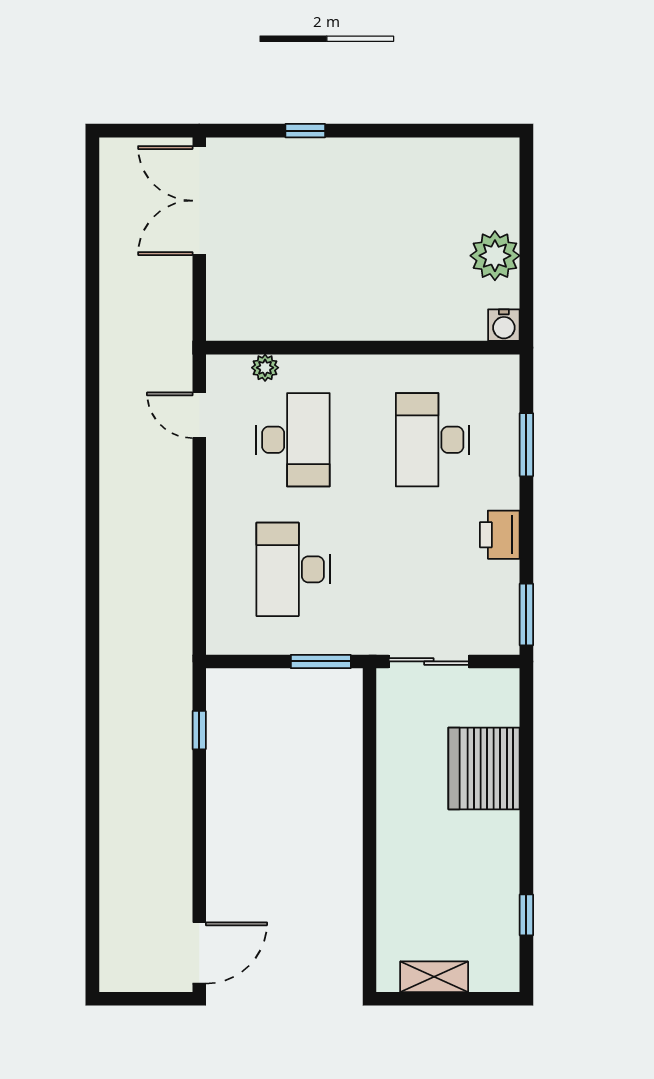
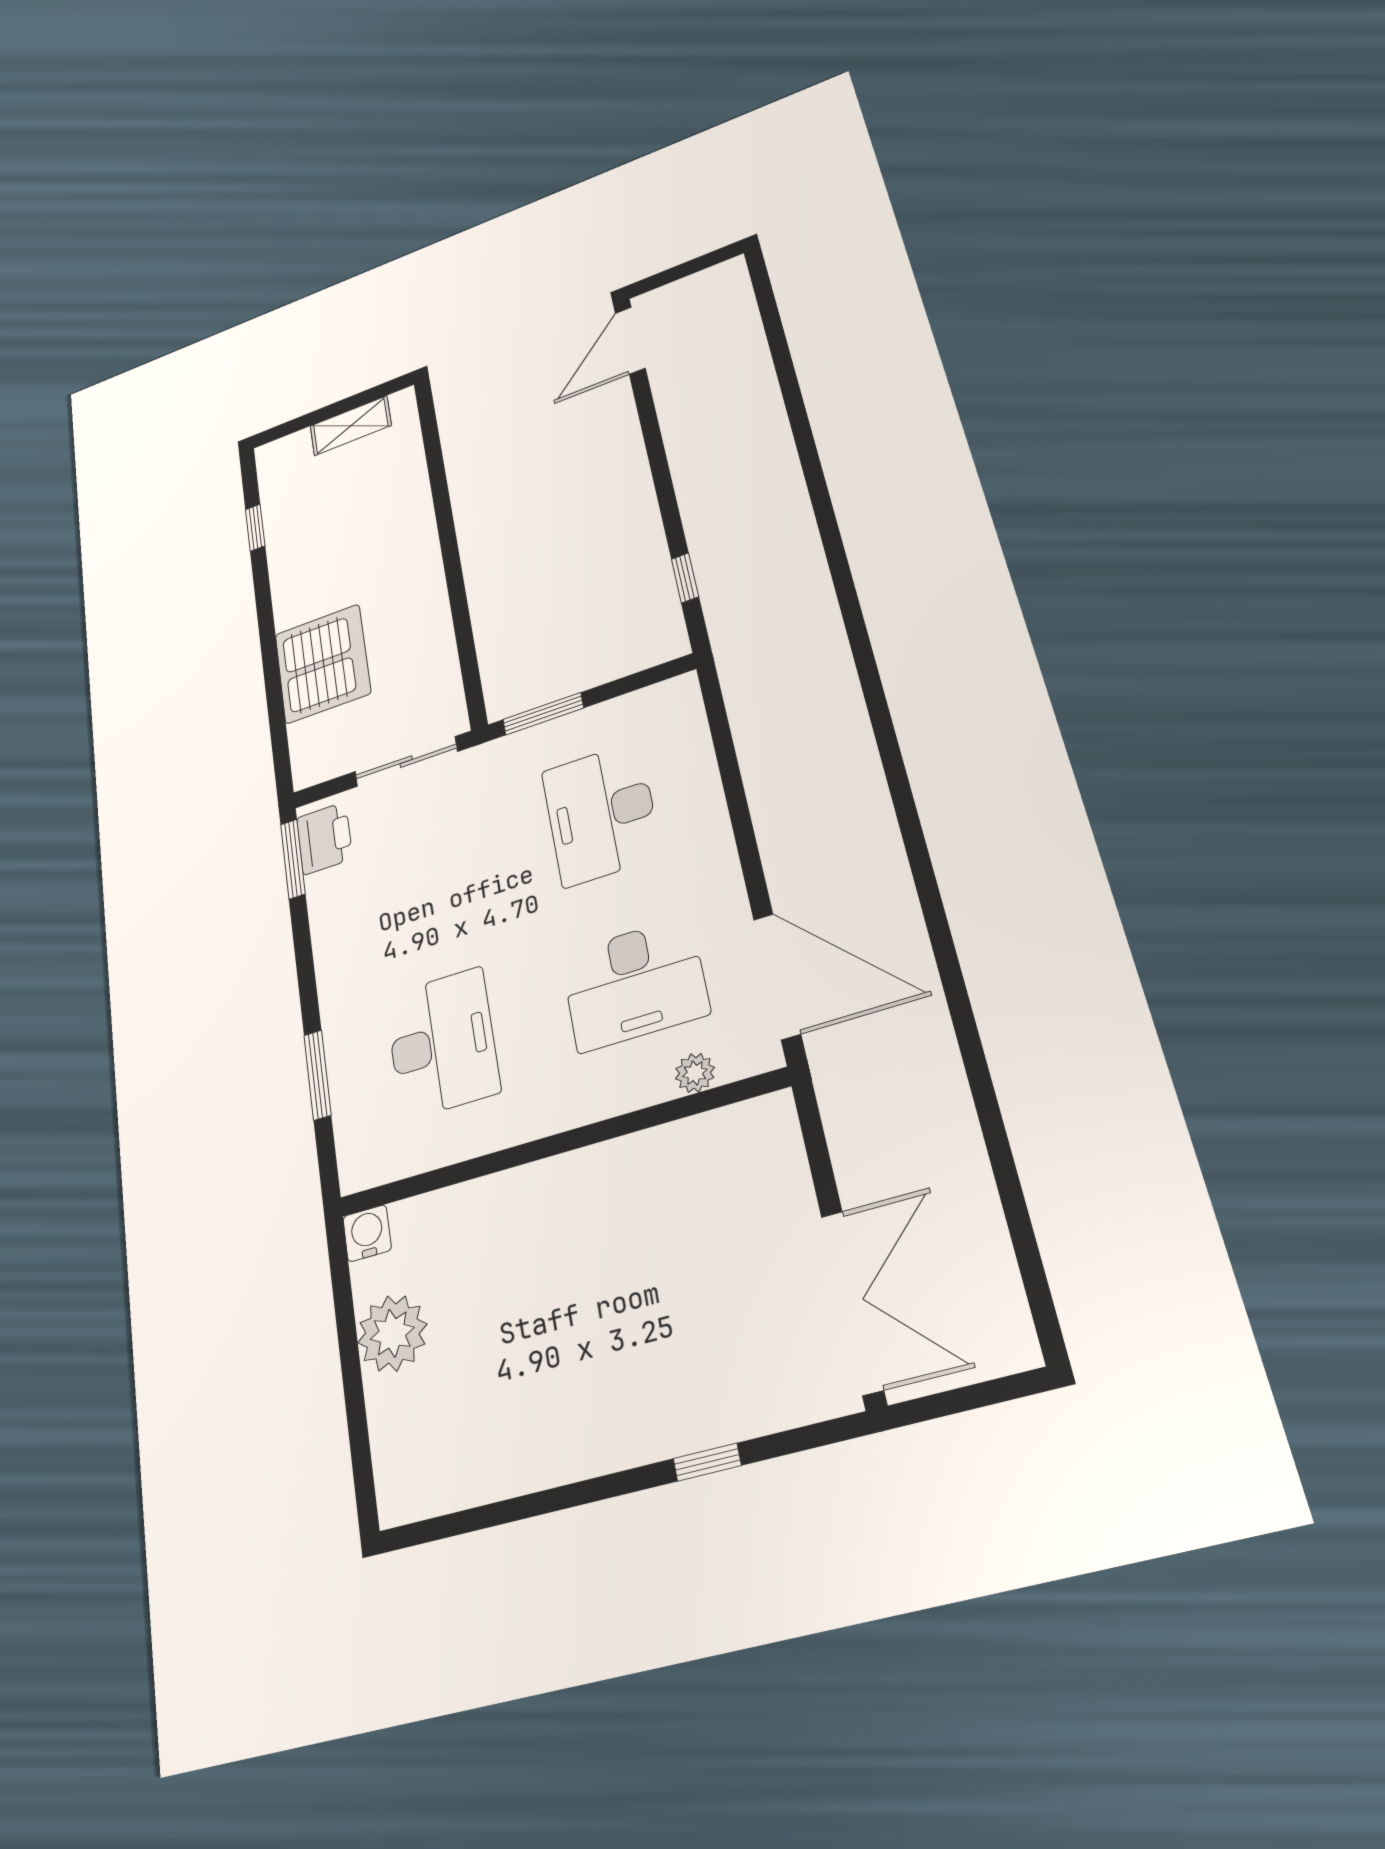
door: (199, 415) -> (777, 976), width x1.88
desk: (293, 440) -> (634, 984), turned -90
printer: (500, 535) -> (324, 838), moved
desk: (293, 569) -> (601, 814), turned 180

